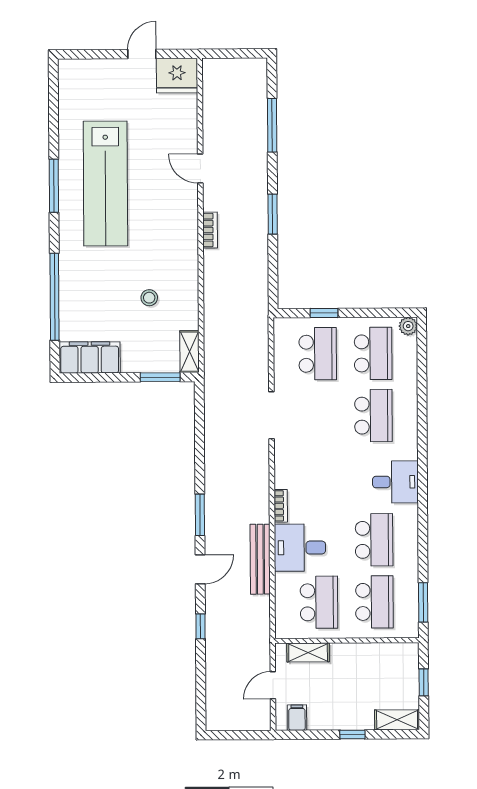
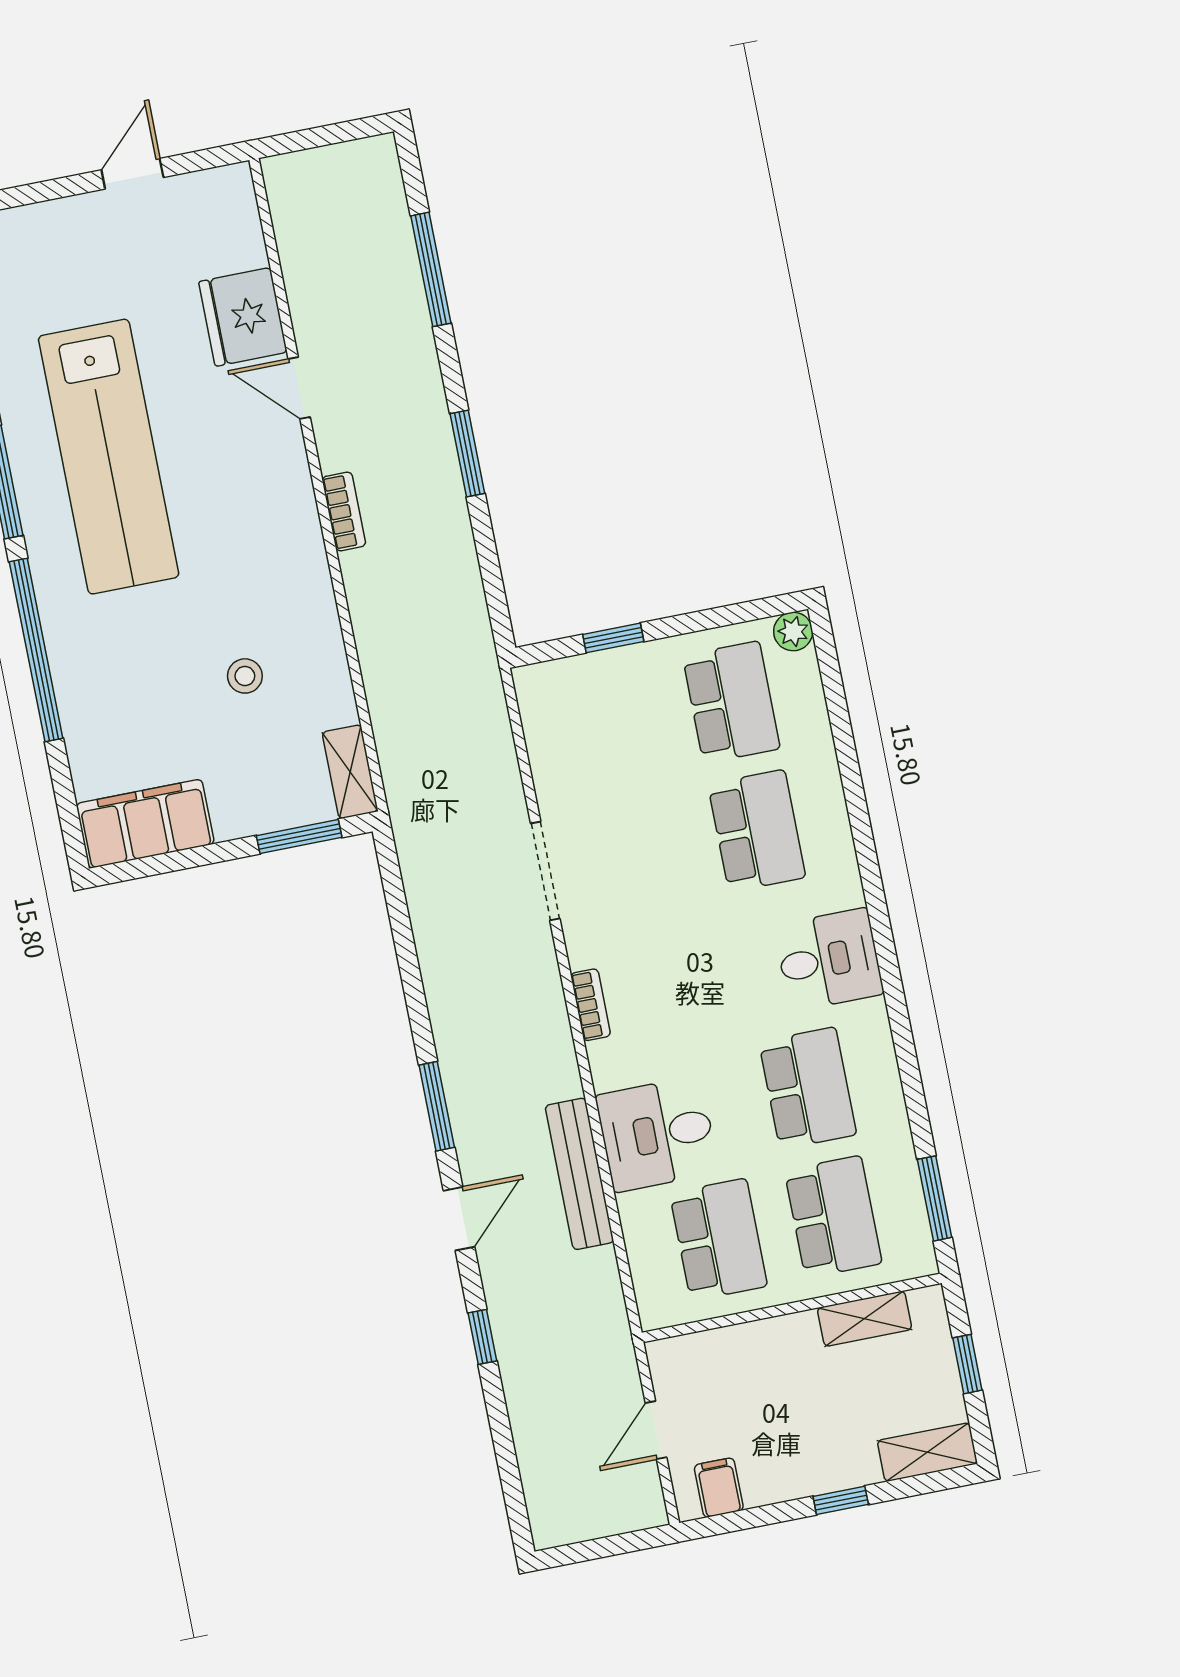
fridge: (177, 76) -> (243, 317), moved, turned 90
window: (55, 297) -> (36, 650), moved
school desk: (318, 354) -> (617, 725), removed
bookcase: (281, 506) -> (591, 1005), moved
shelving: (308, 652) -> (865, 1319), moved

